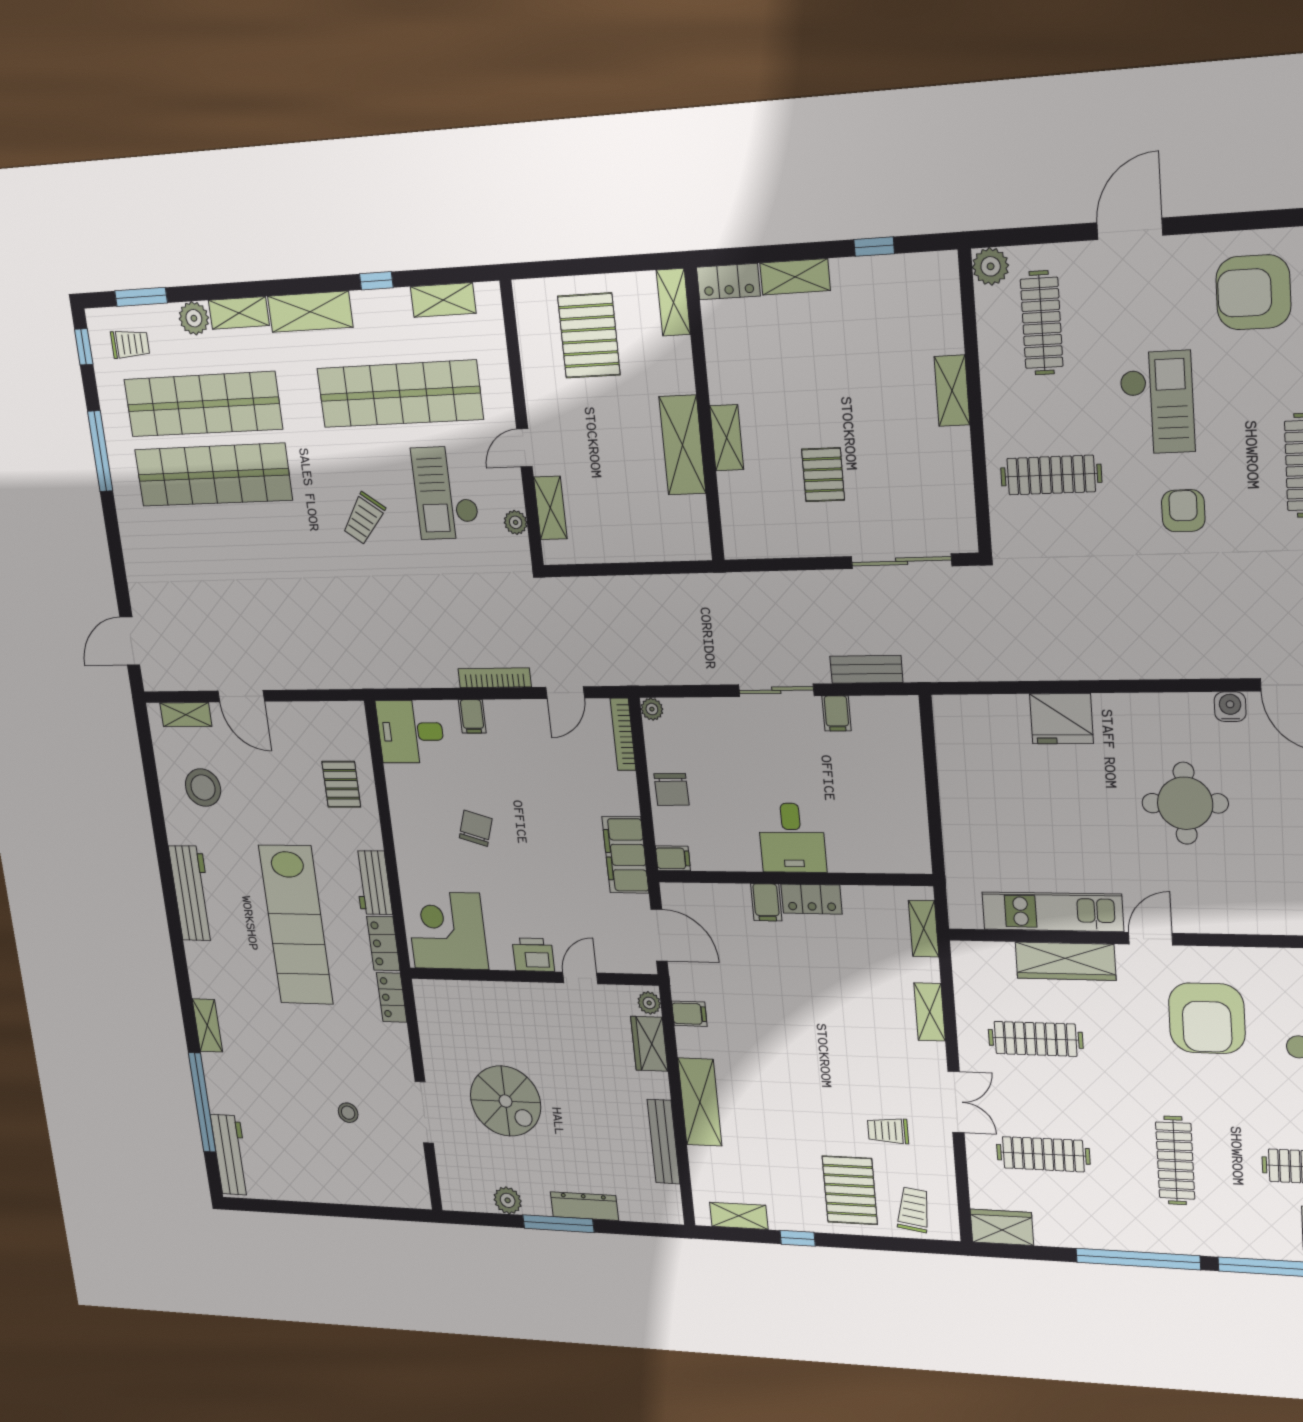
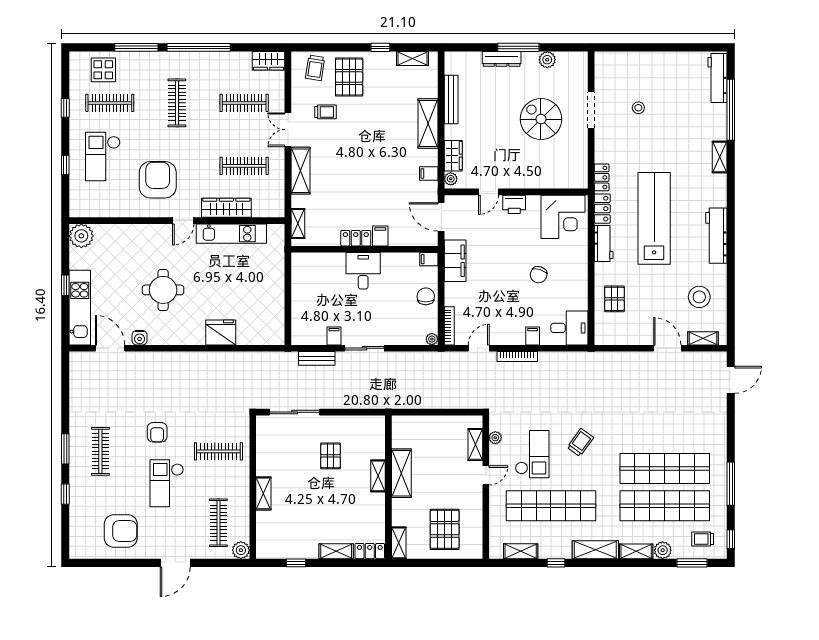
shelving: (930, 1012) -> (300, 171), width x1.50, depth x1.33

